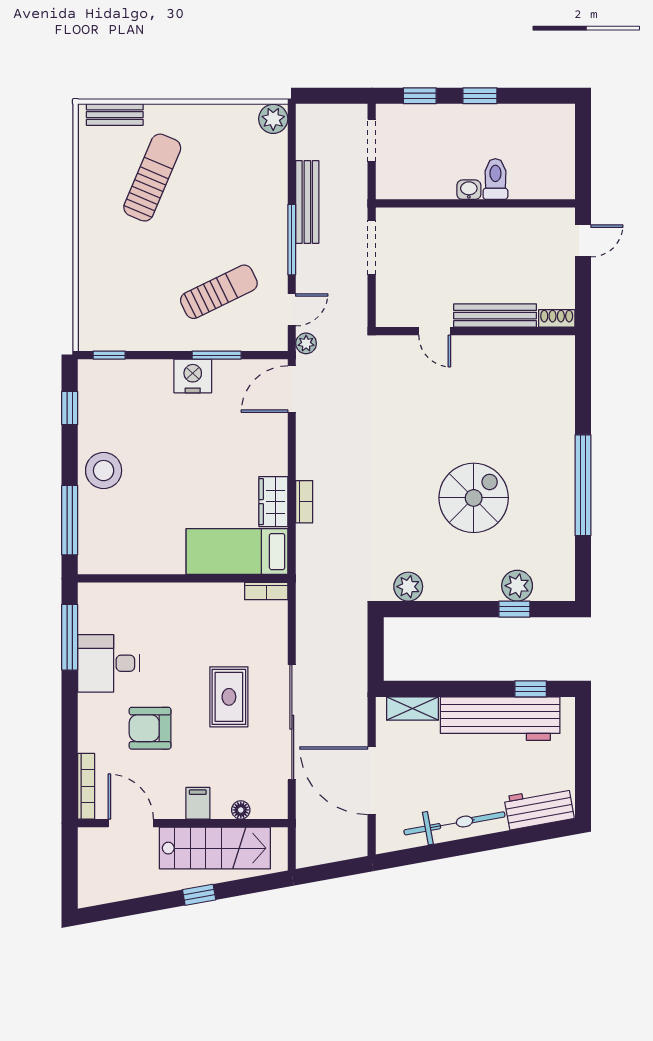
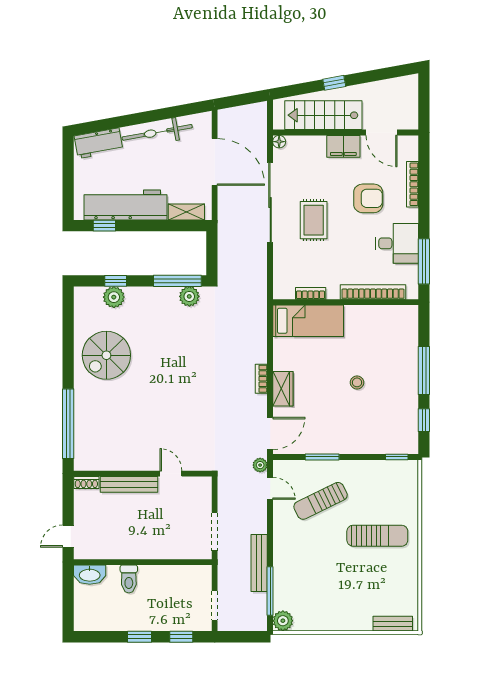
sun lounger: (152, 178) -> (377, 536), moved, turned -113
washbasin: (469, 190) -> (90, 575), moved, width x1.91, depth x1.45
window: (292, 240) -> (270, 591), moved
door: (292, 310) -> (270, 488), swing flipped
nightstand: (193, 376) -> (339, 443), removed
stool: (104, 471) -> (357, 382), moved, width x0.53, depth x0.53
window: (583, 485) -> (68, 424), moved
spiral stairs: (474, 498) -> (106, 355), moved
wardrobe: (273, 502) -> (283, 389), moved
bookcase: (304, 502) -> (261, 379), moved
window: (70, 520) -> (424, 370), moved
bookcase: (266, 591) -> (311, 293), moved
bookcase: (143, 593) -> (373, 292), added
window: (425, 609) -> (177, 281), added
bookcase: (86, 786) -> (413, 184), moved
filing cabinet: (198, 803) -> (343, 146), width x2.00
floor lamp: (241, 810) -> (279, 142), moved

